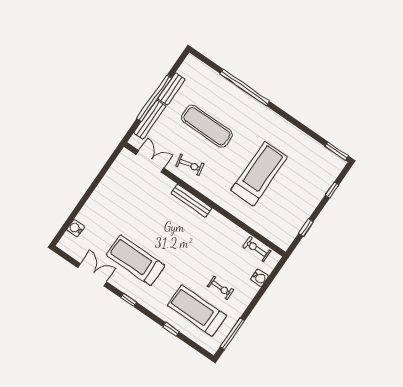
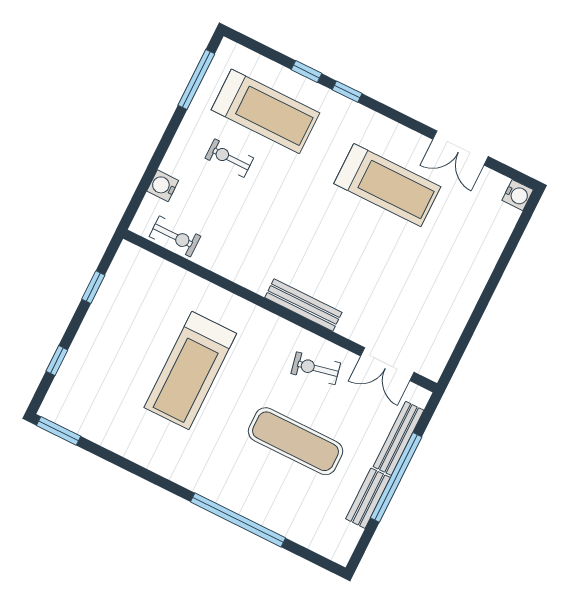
water cooler: (76, 228) -> (518, 195), moved
window: (129, 300) -> (347, 92), moved

